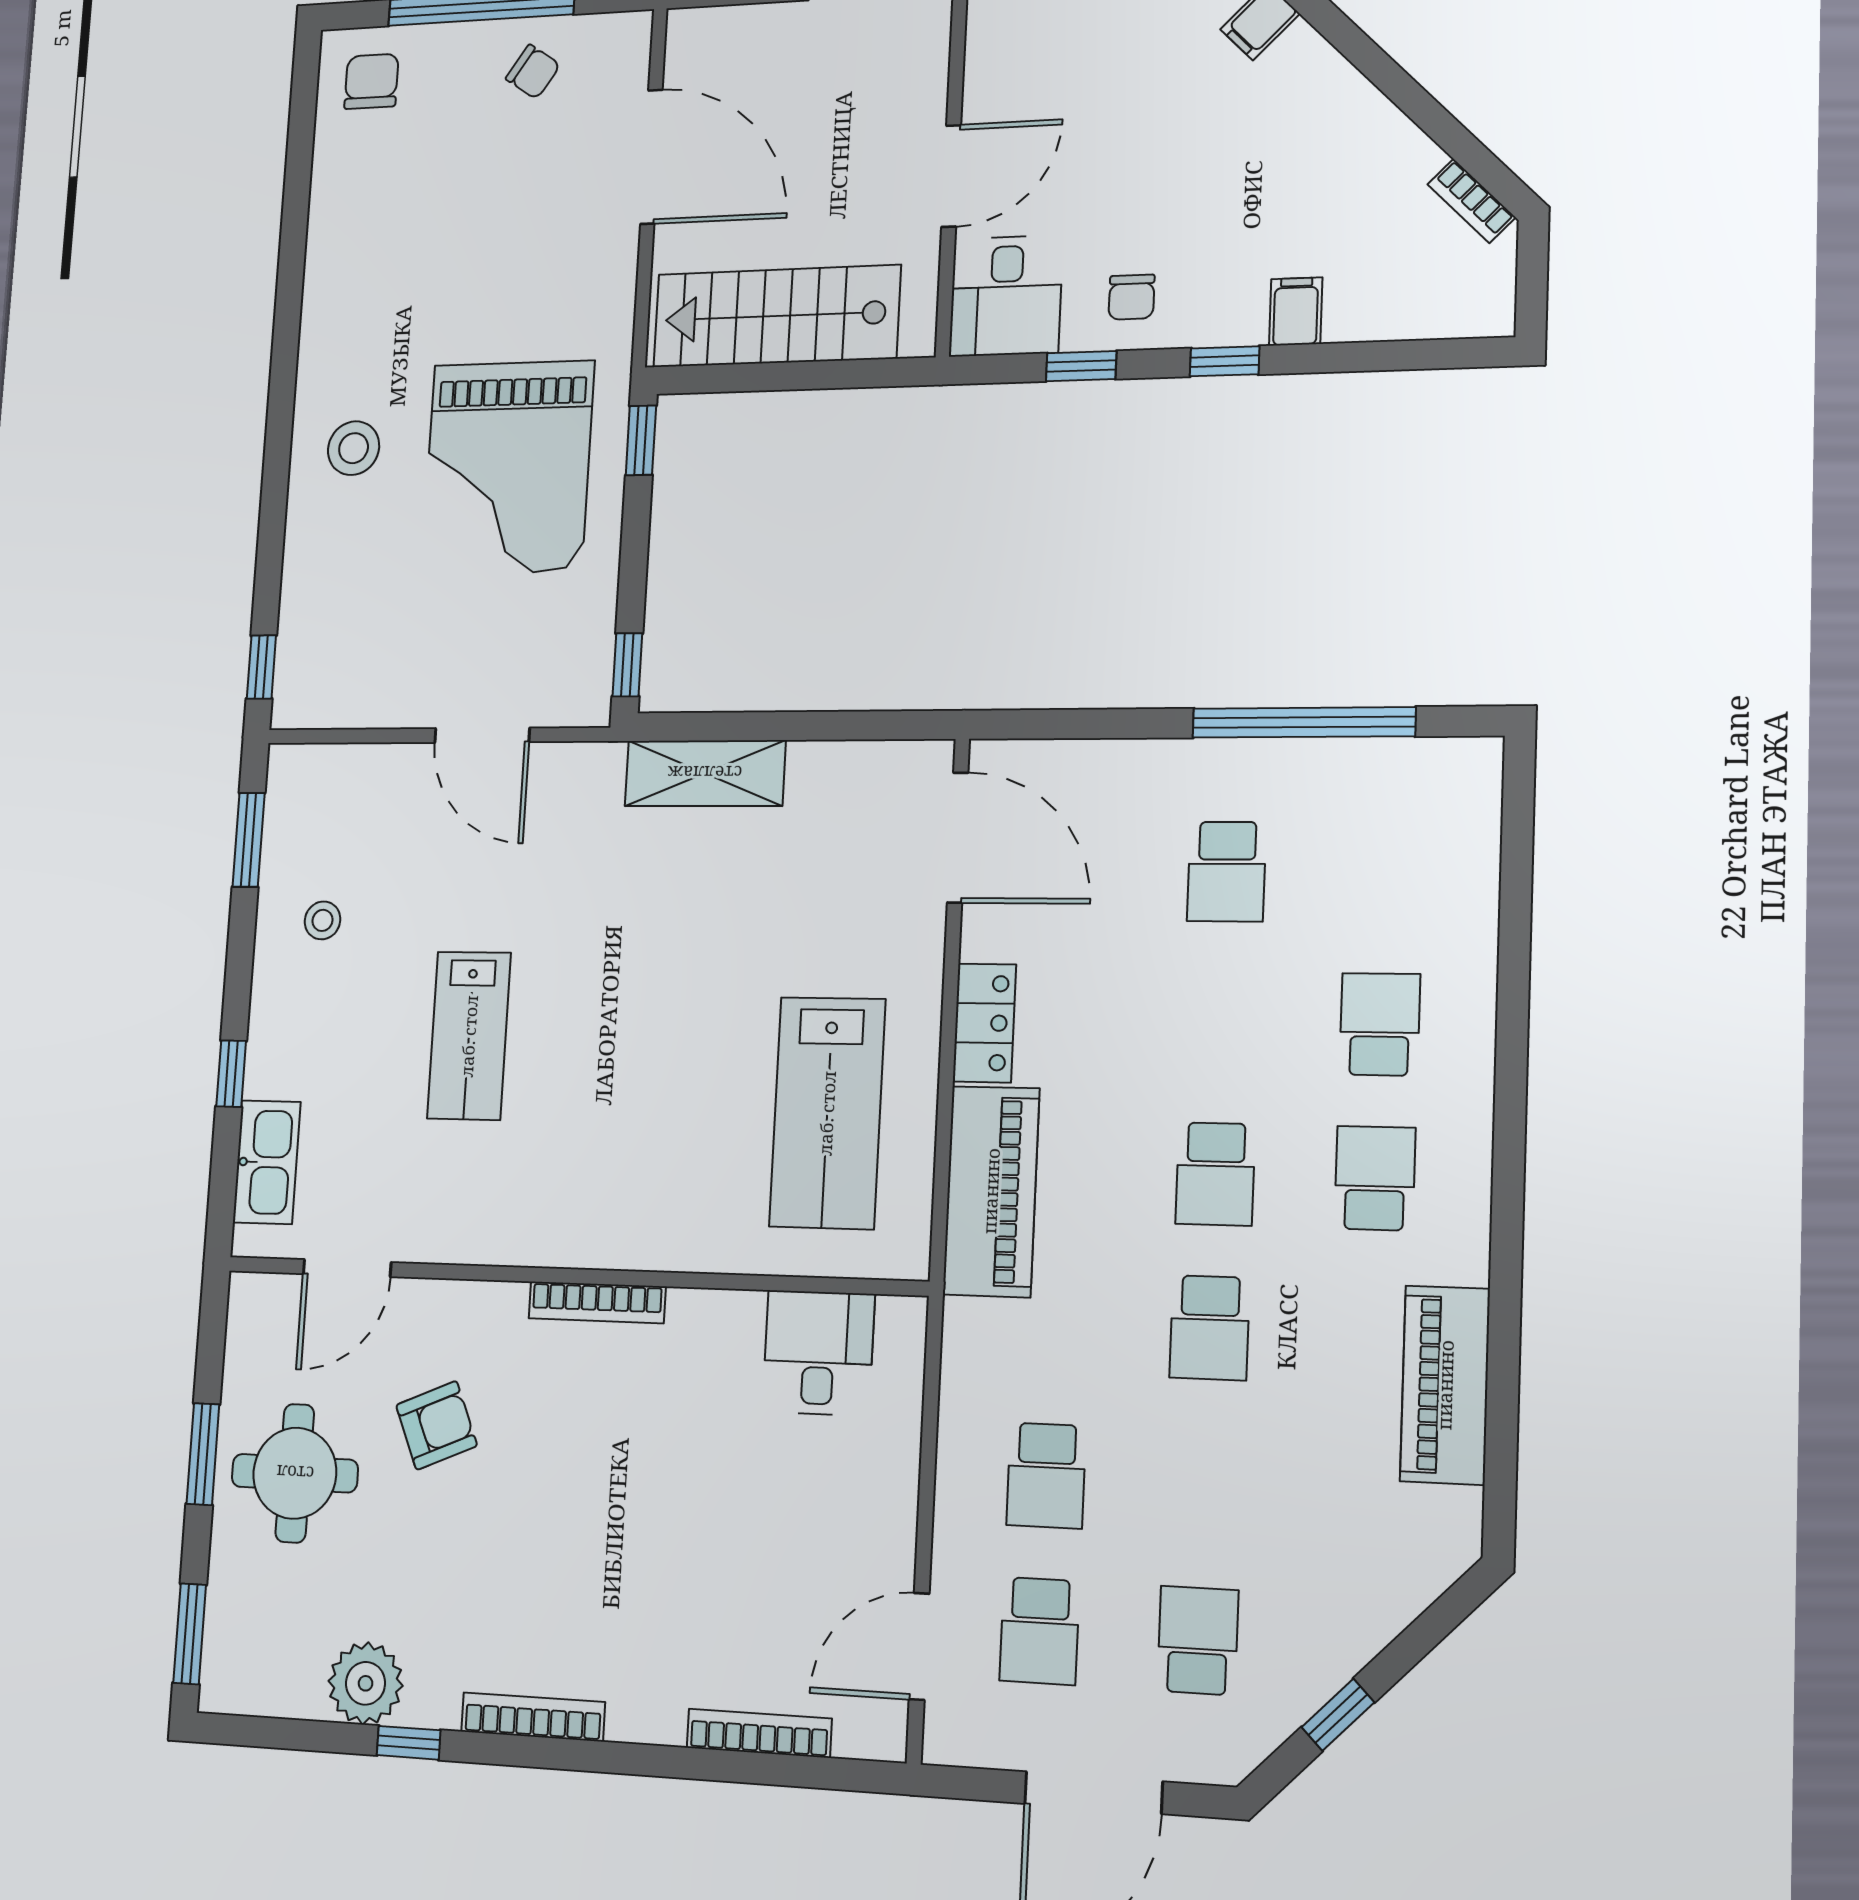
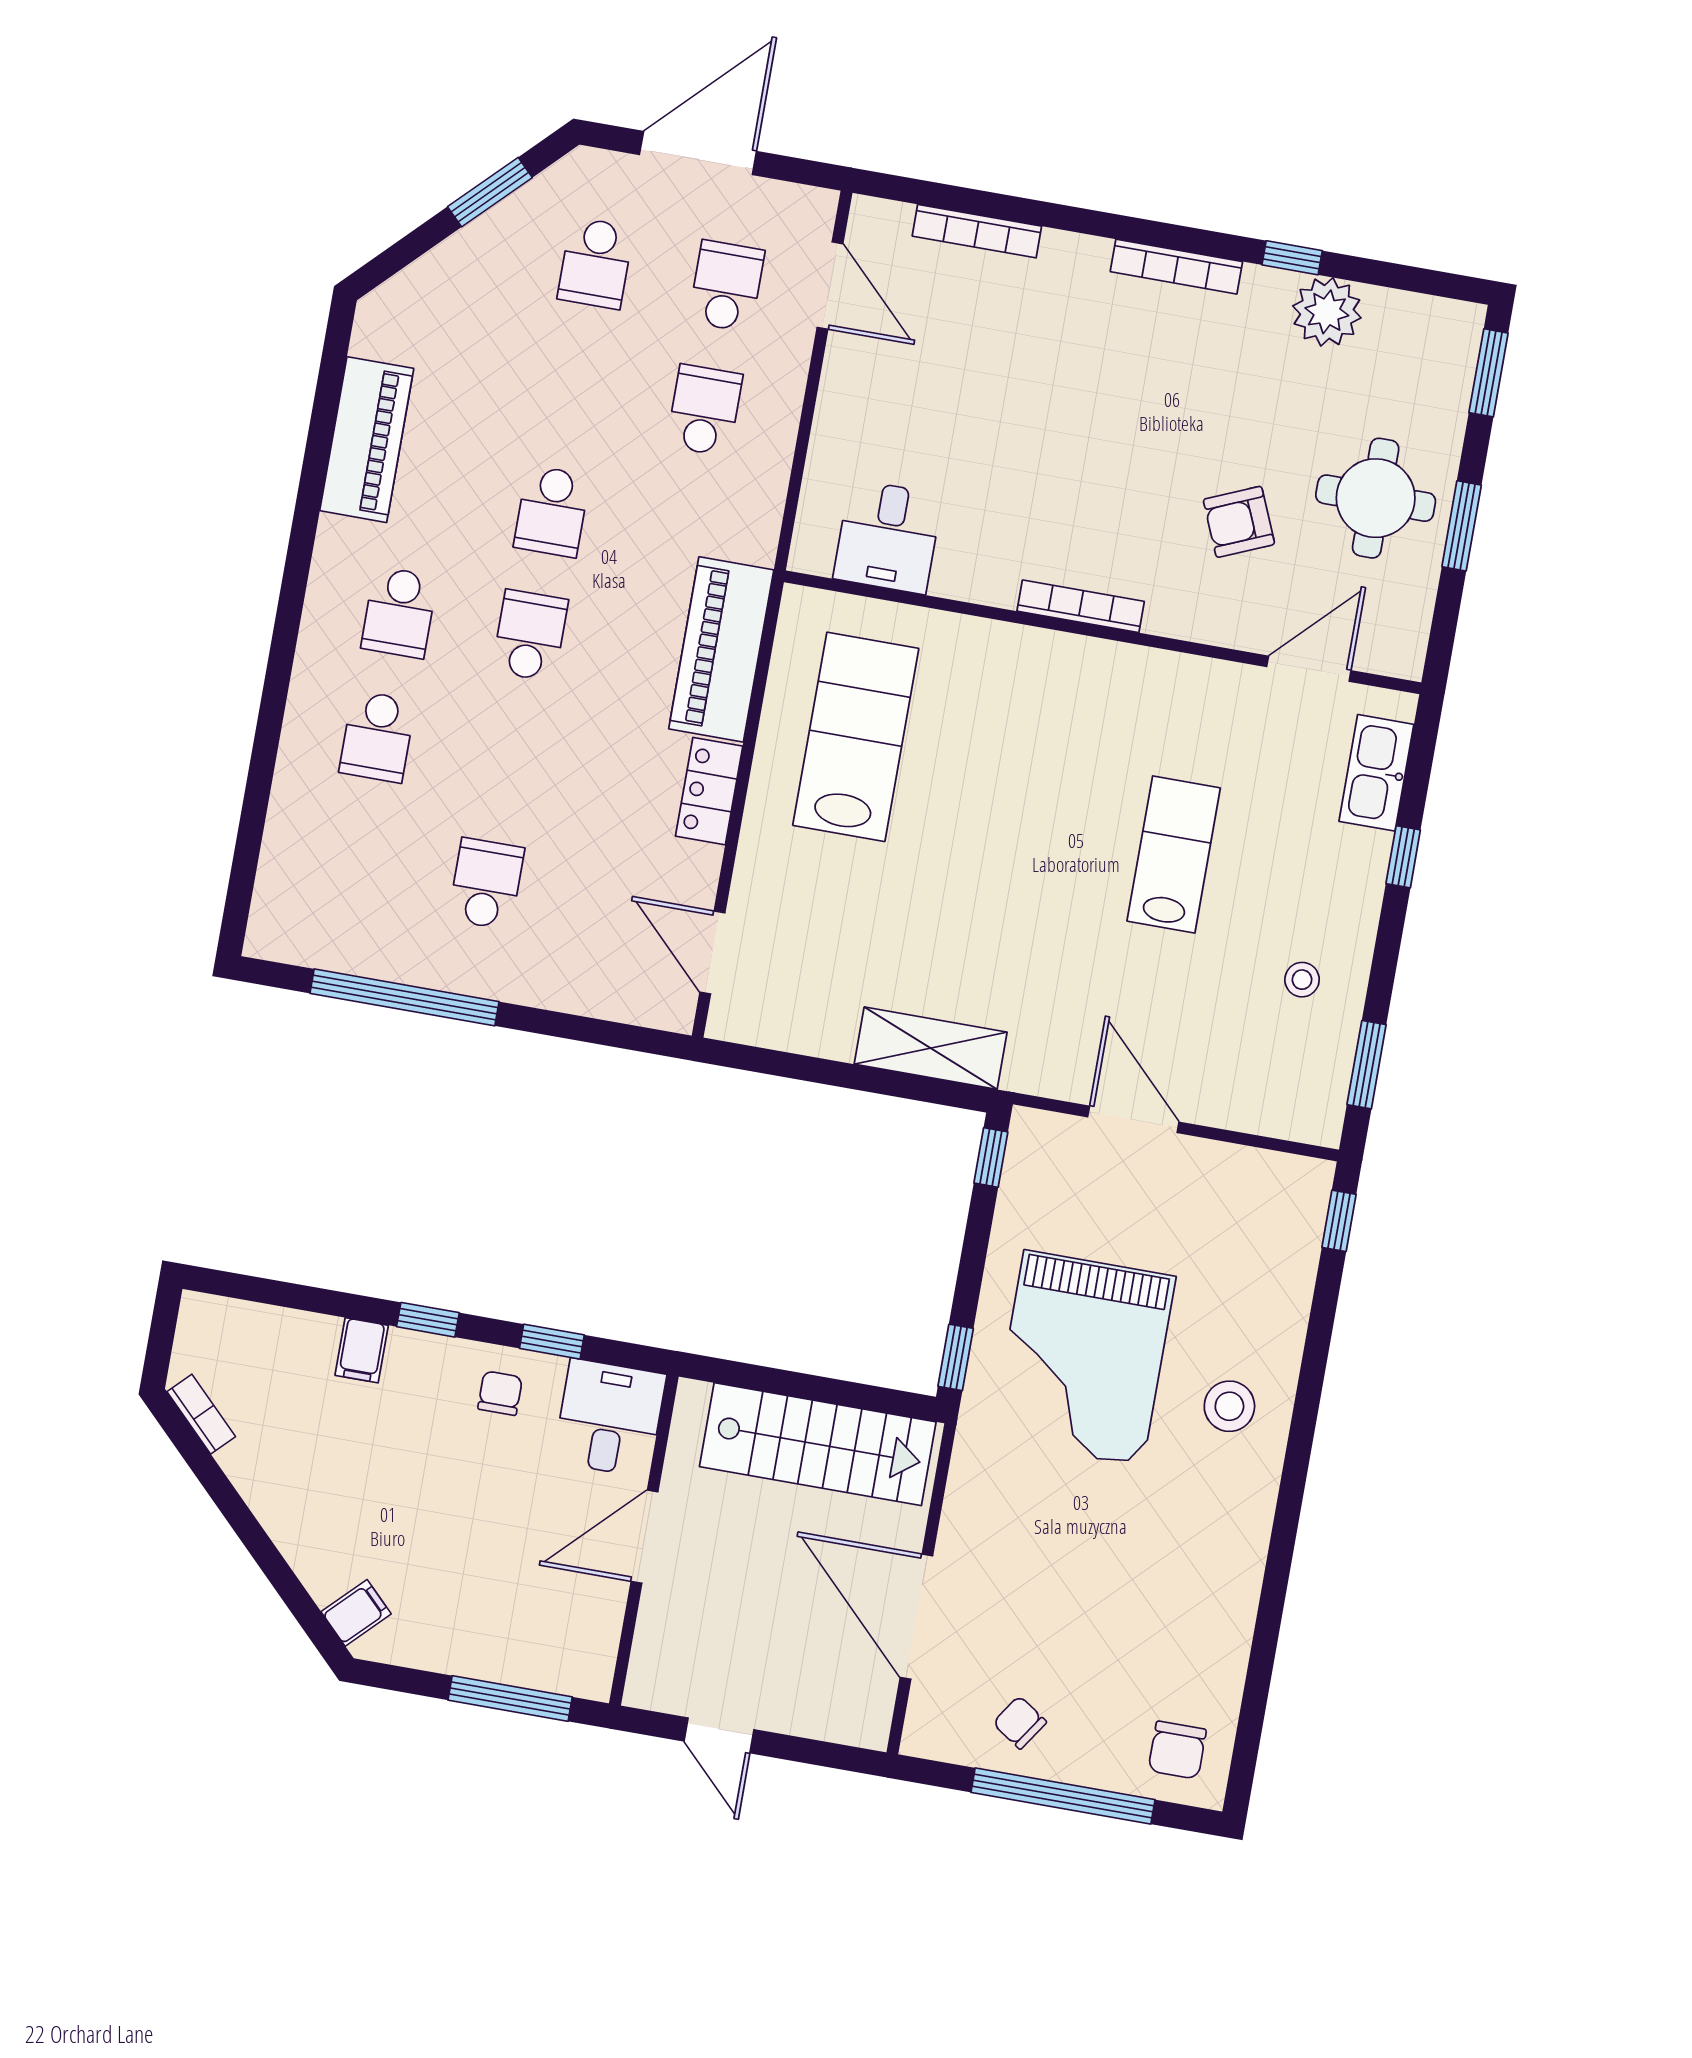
grand piano: (508, 468) -> (1083, 1358), turned 180
door: (958, 838) -> (712, 953), width x0.73
school desk: (1210, 1328) -> (552, 511), turned 180
door: (919, 1646) -> (830, 286), hinge flipped
window: (1338, 1715) -> (490, 192), width x1.50

